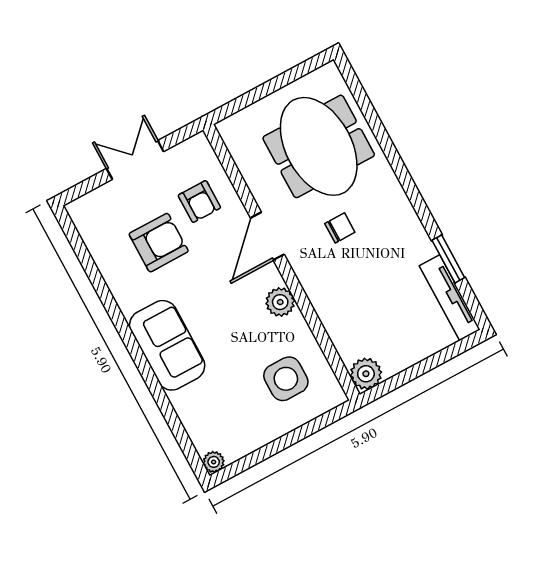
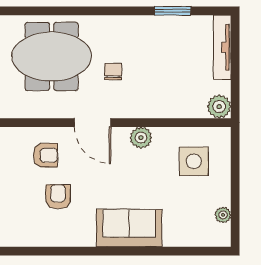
armchair: (159, 243) -> (58, 197), width x0.72, depth x0.72
tv unit: (450, 298) -> (222, 47), moved, turned 90
plant: (214, 462) -> (223, 215), moved

